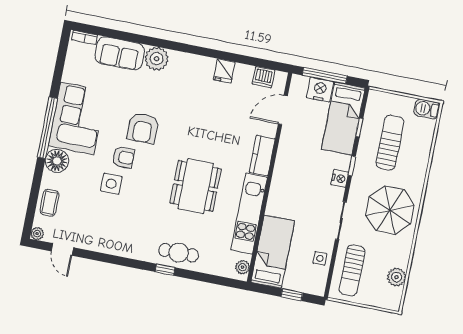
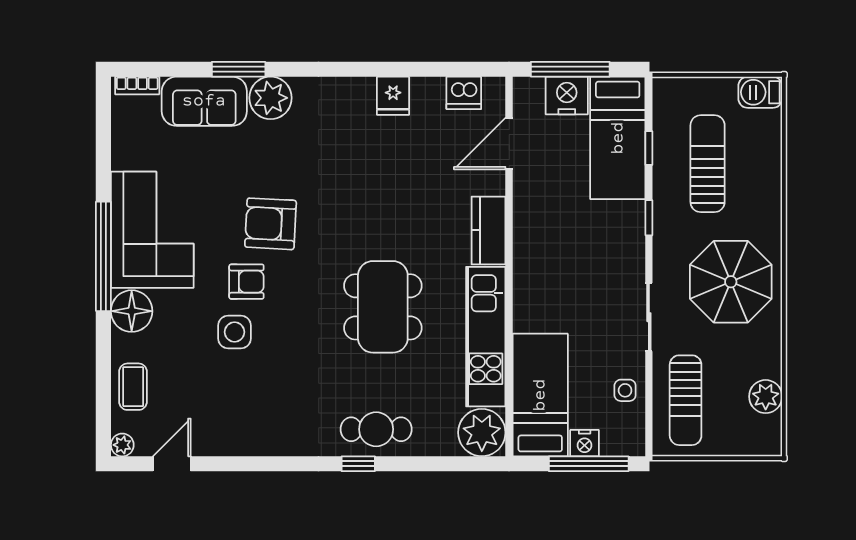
window: (142, 39) -> (239, 69), added
armchair: (143, 128) -> (271, 224), turned 93
nightstand: (340, 178) -> (585, 443), moved, turned 90
door: (62, 249) -> (172, 464), swing flipped
plant: (242, 267) -> (482, 433), width x1.88, depth x1.88
window: (292, 295) -> (589, 464), width x2.17

